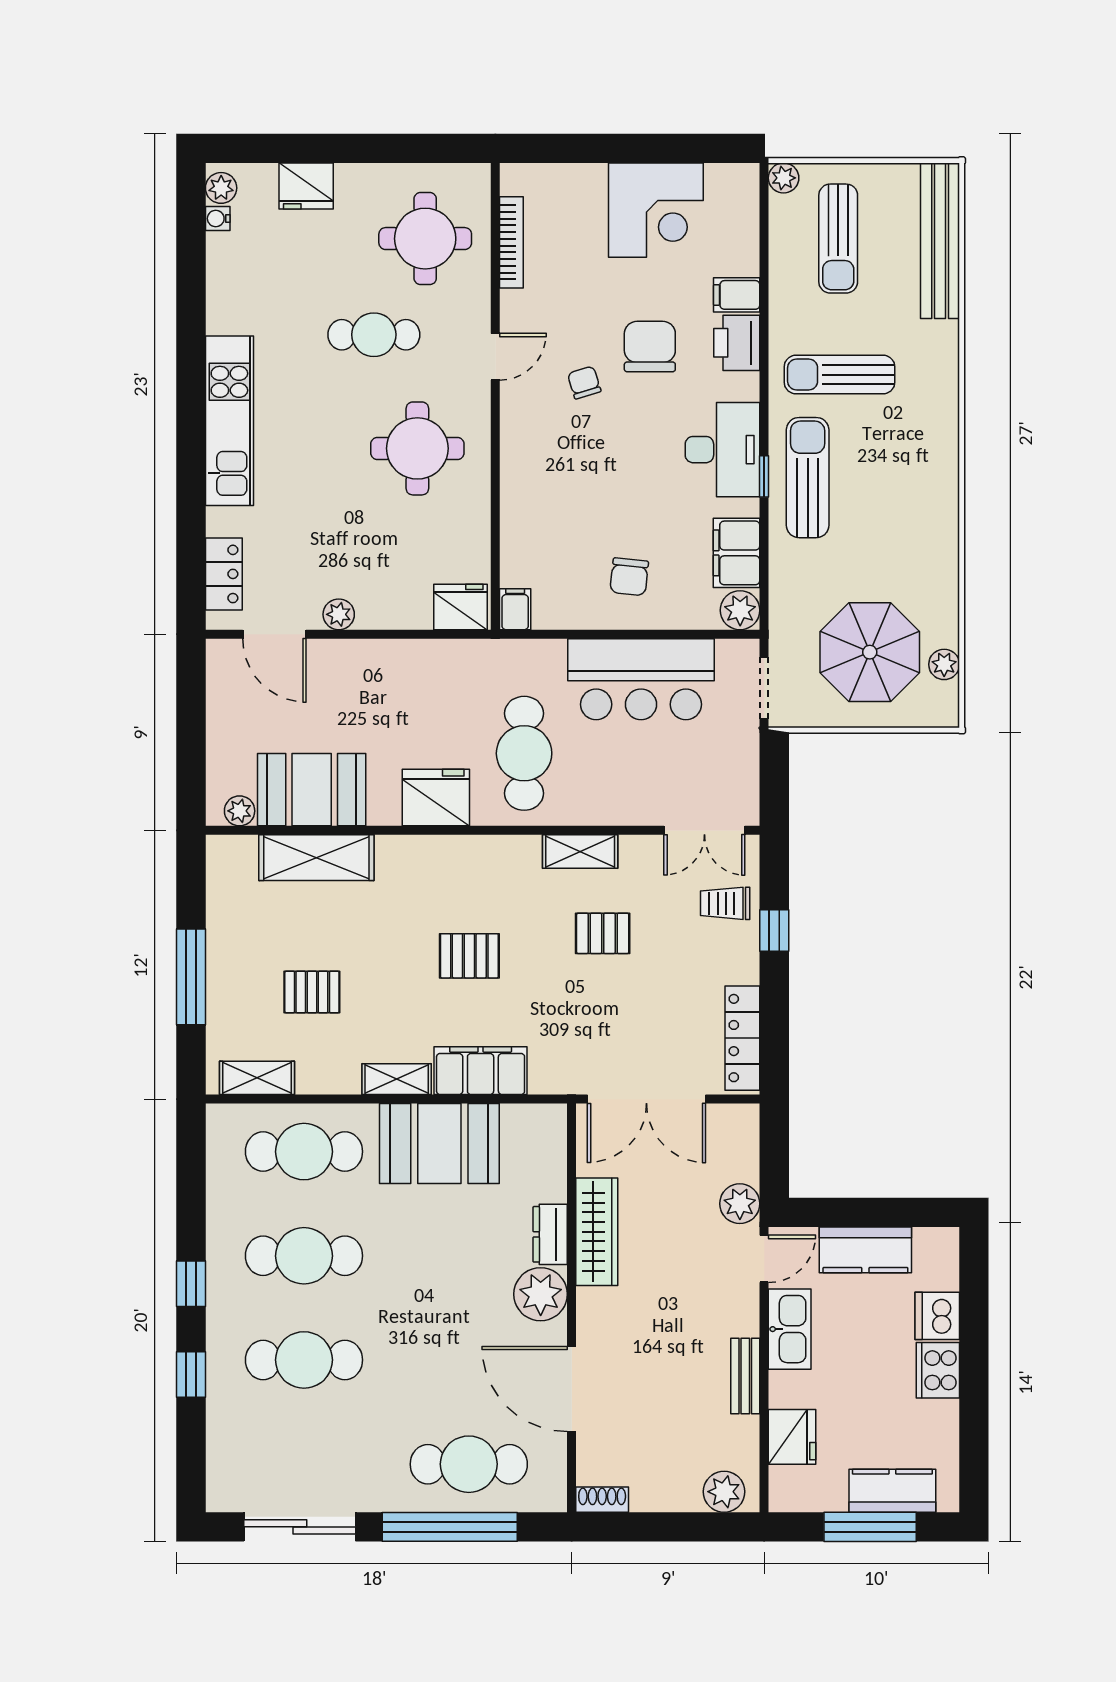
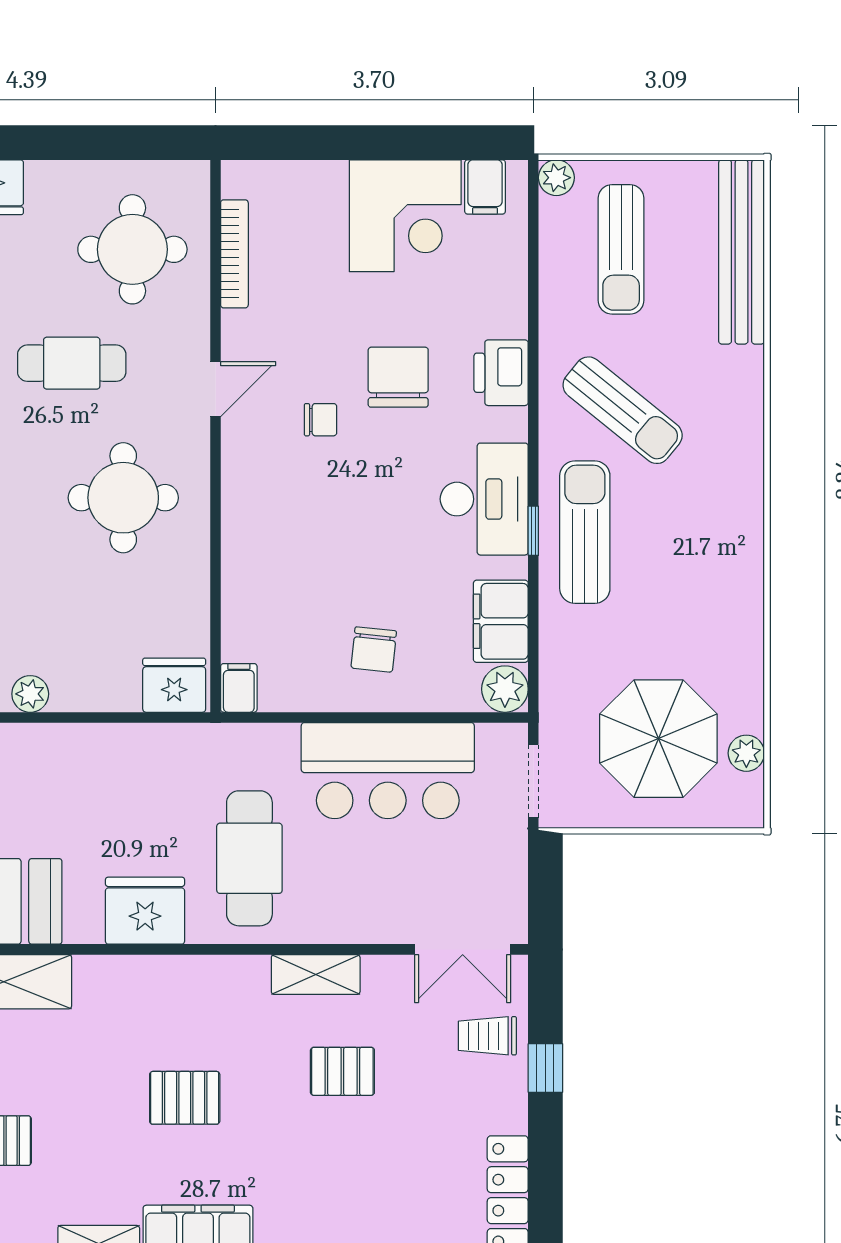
filing cabinet: (737, 295) -> (485, 187), moved, turned -90
sun lounger: (840, 375) -> (623, 410), turned -141
chair: (584, 383) -> (321, 420), turned 107

